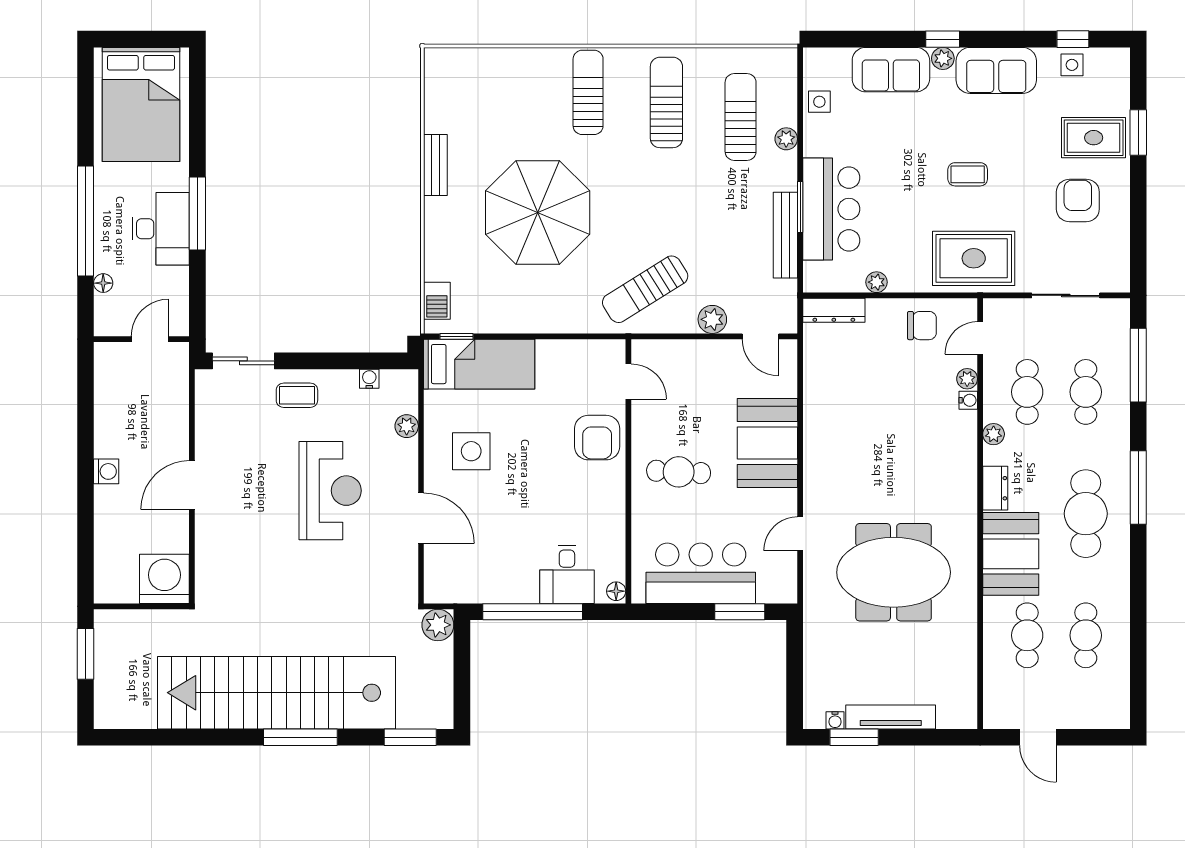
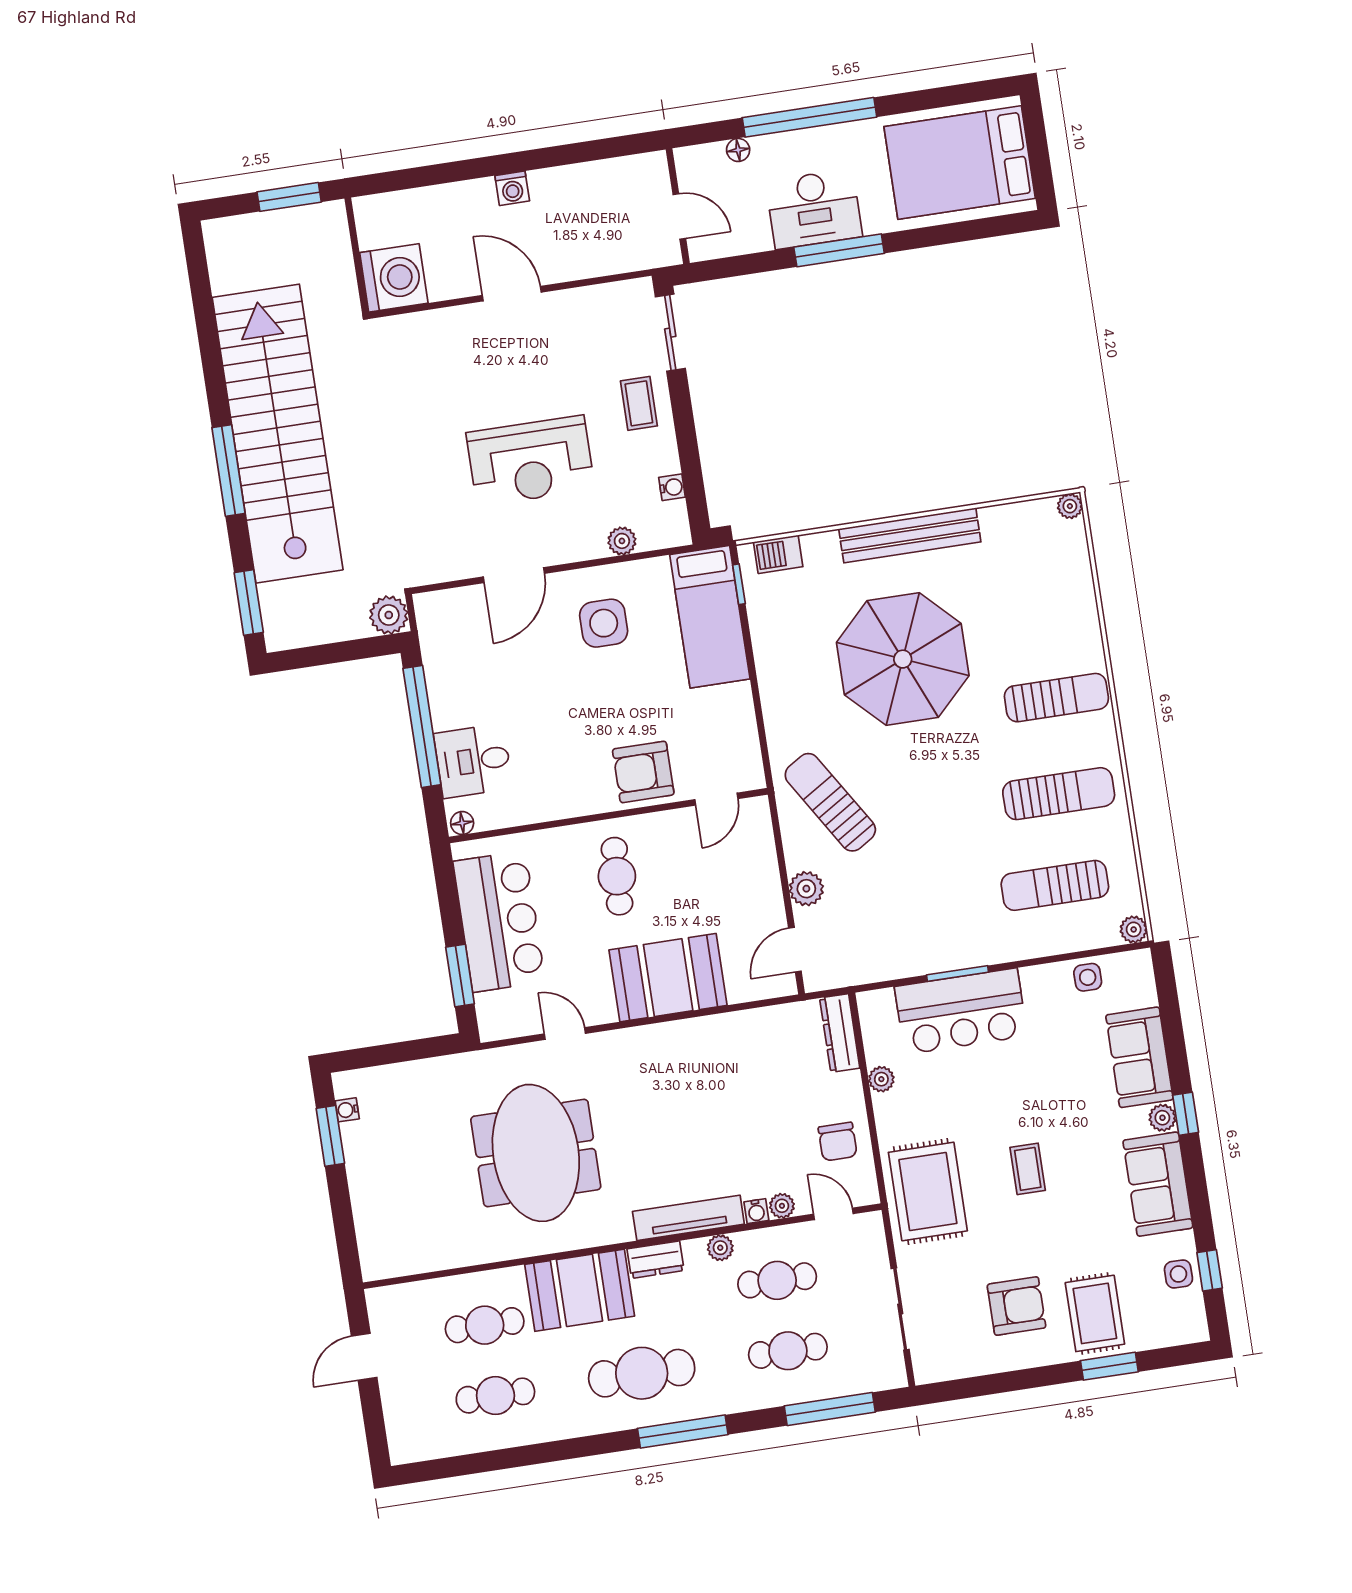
plant: (434, 58) -> (1070, 506), added
sun lounger: (741, 117) -> (1055, 885), turned 180
plant: (786, 139) -> (1134, 929), moved
bench: (435, 165) -> (910, 535), width x1.86, depth x1.21
bench: (785, 235) -> (921, 961), removed
tv unit: (891, 717) -> (688, 1218), moved, turned -90

